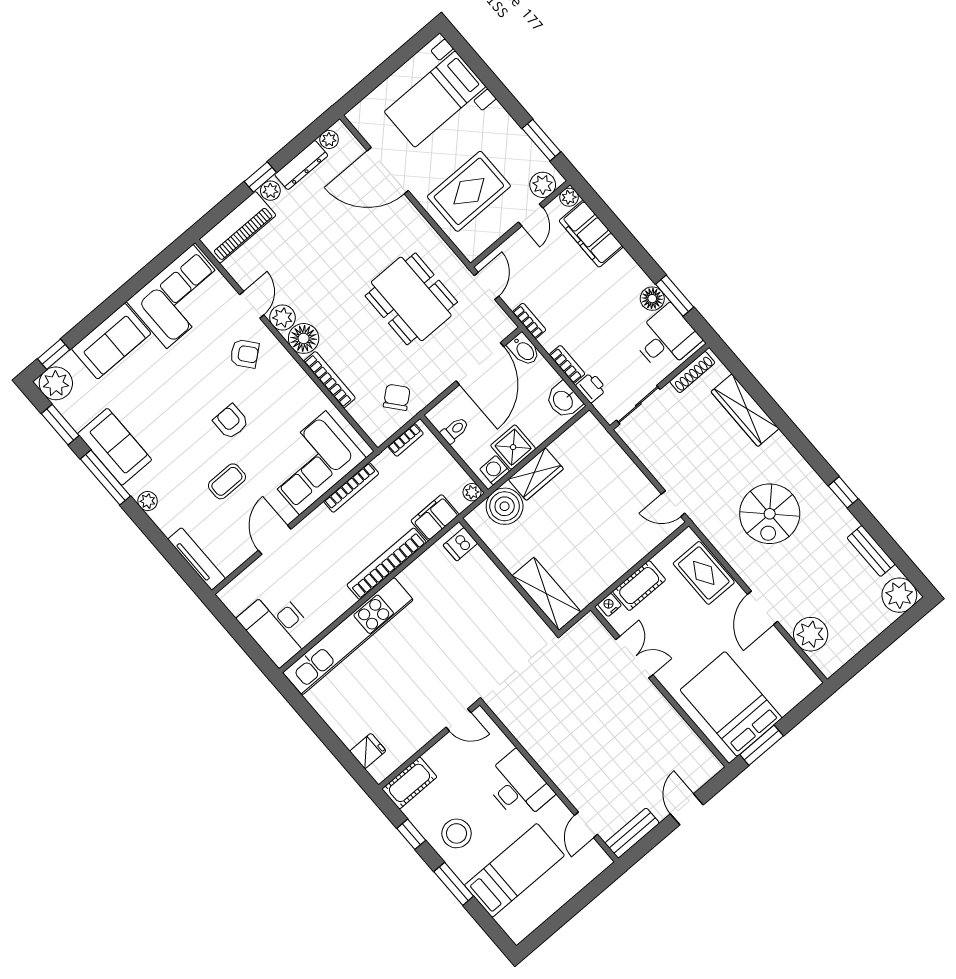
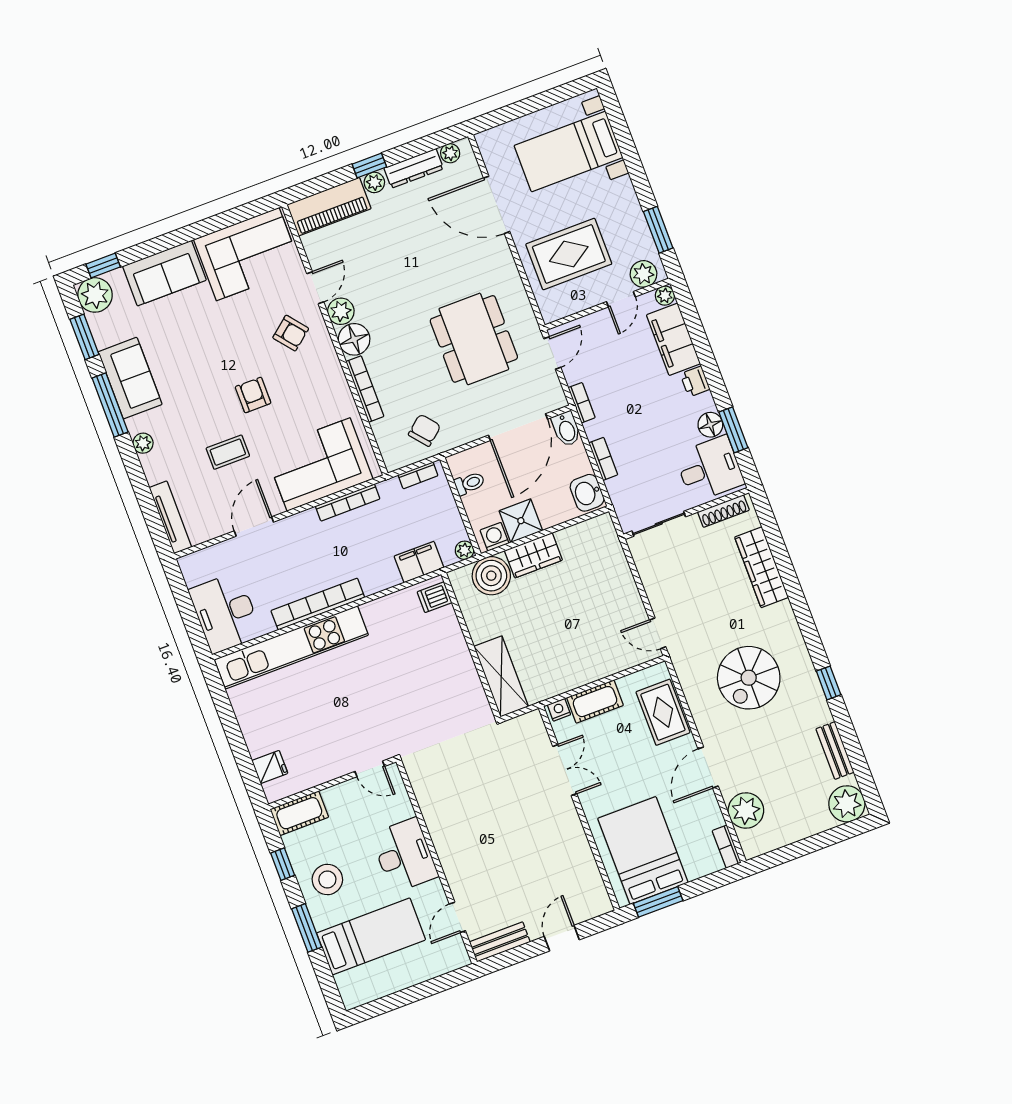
printer: (591, 387) -> (695, 382), moved, turned 180
bookcase: (387, 564) -> (318, 604), moved
bookcase: (805, 673) -> (727, 847), added

